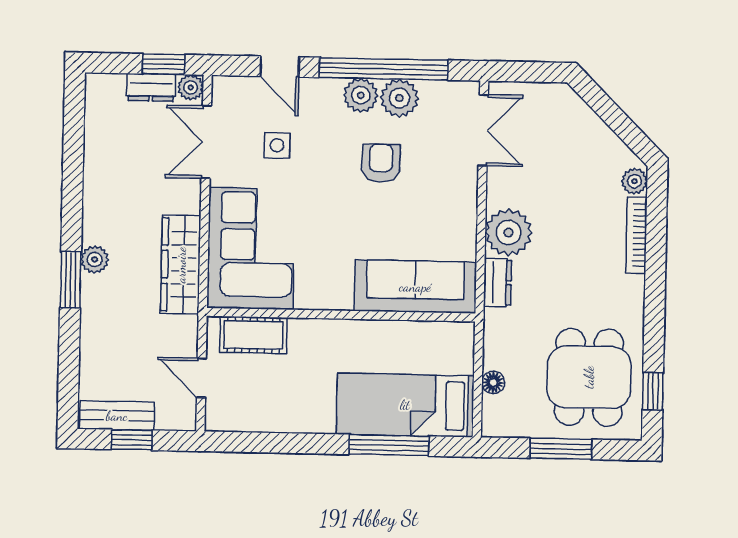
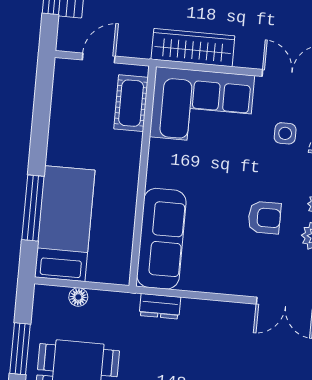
plant: (509, 232) -> (200, 318), removed

